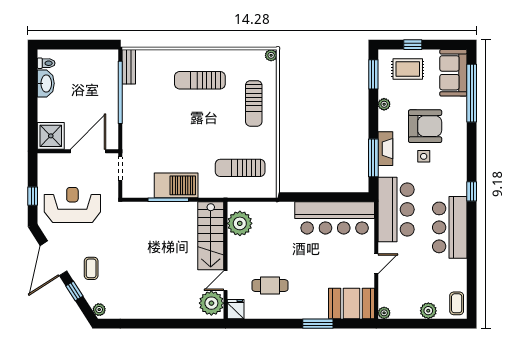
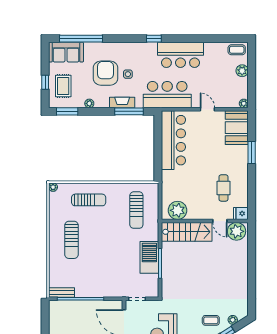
plant: (99, 310) -> (233, 320), moved

